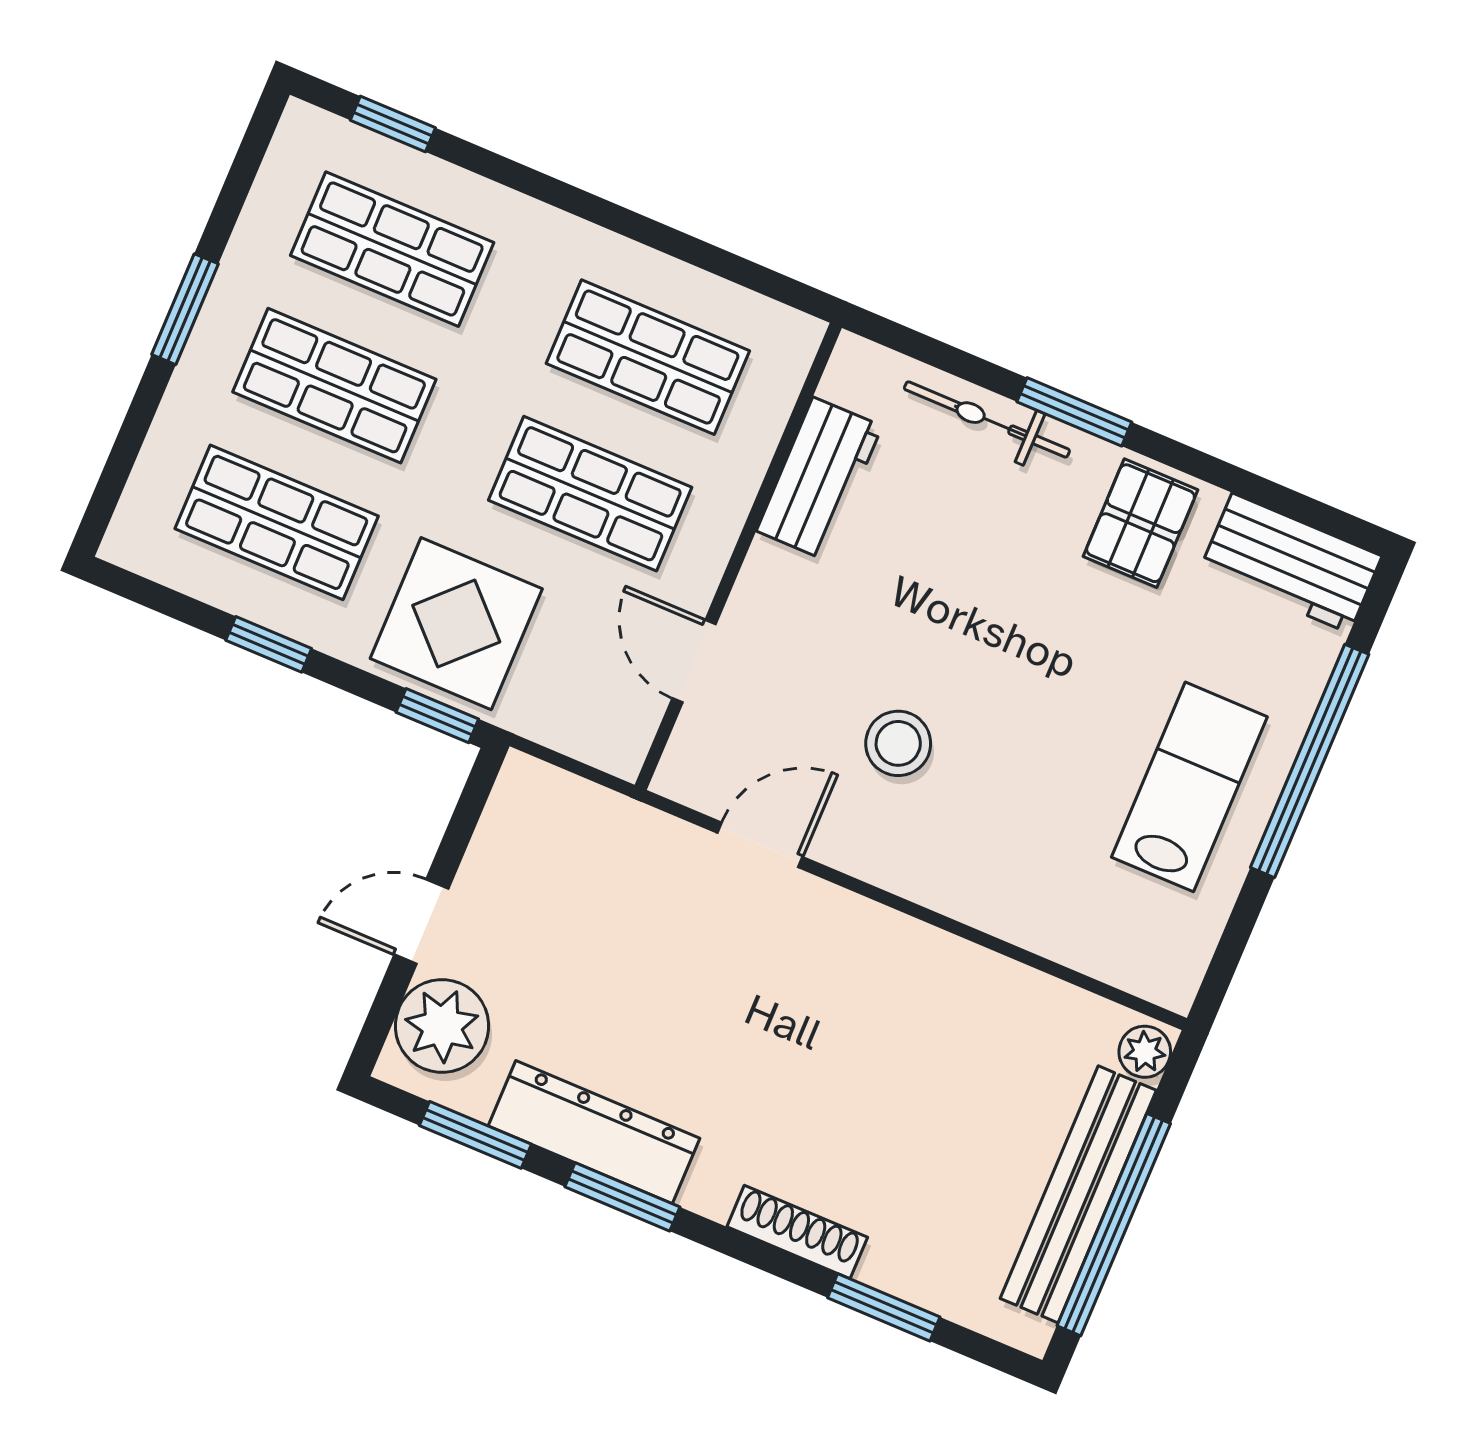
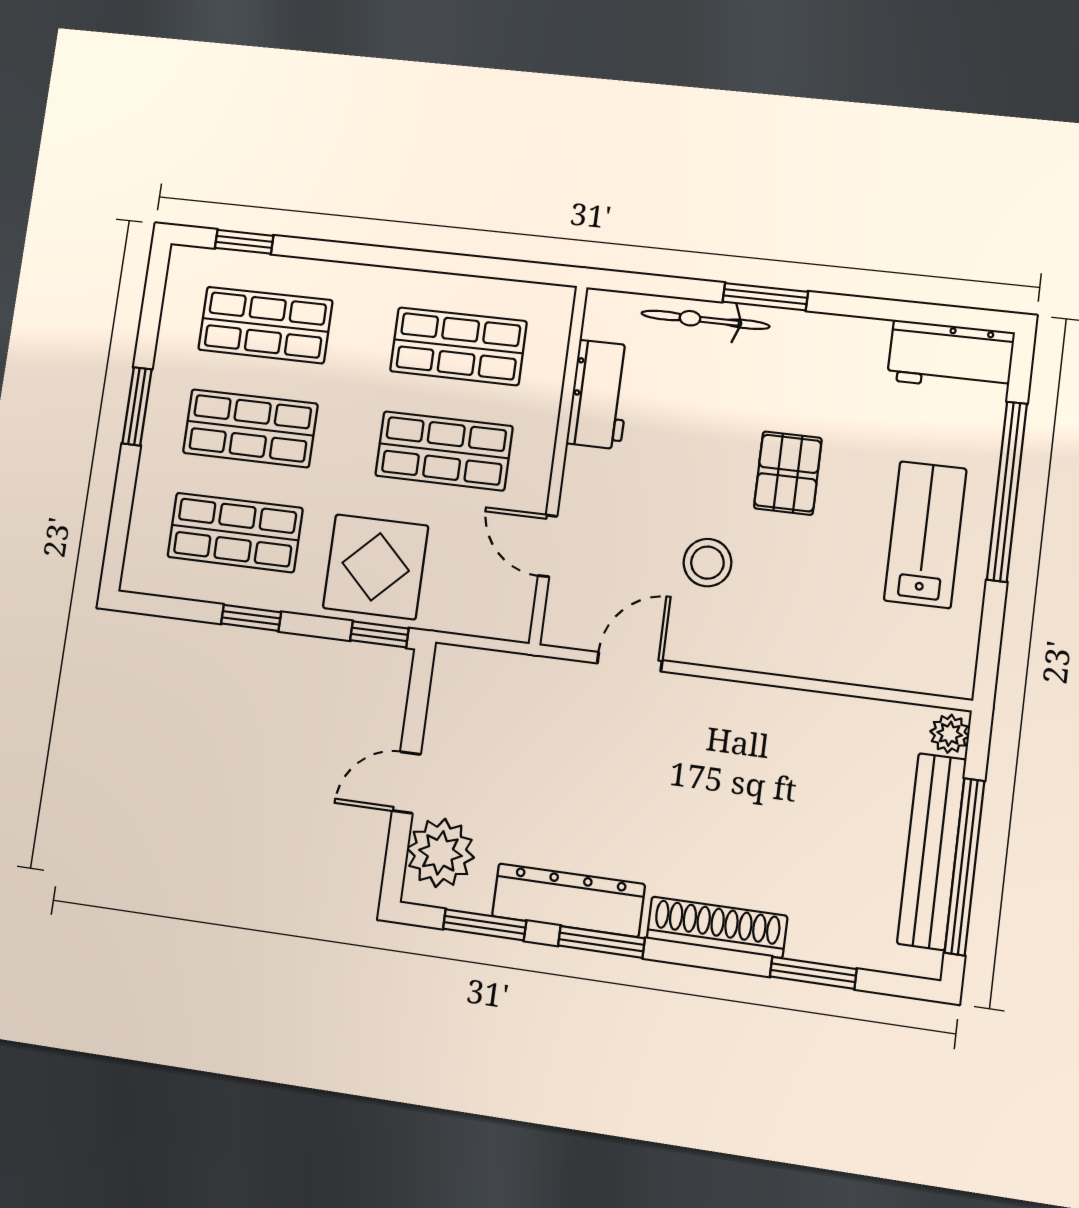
pallet: (1141, 523) -> (788, 473), moved
shoe rack: (797, 1232) -> (717, 927), width x1.36, depth x1.24

